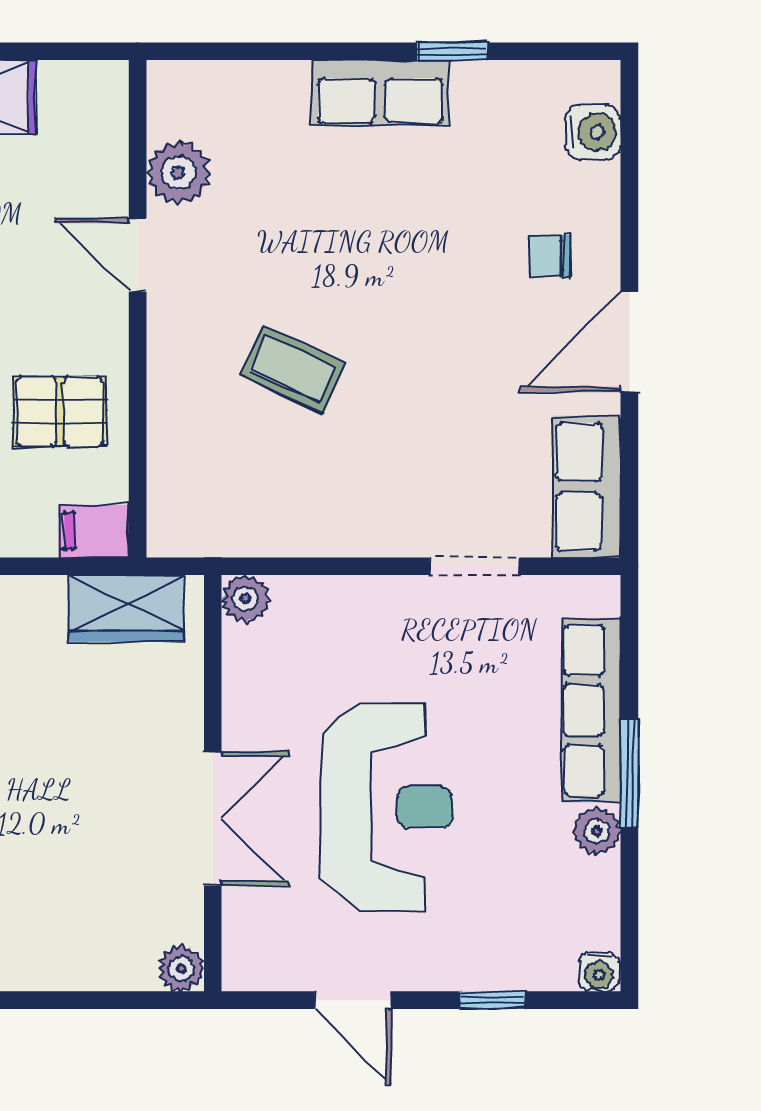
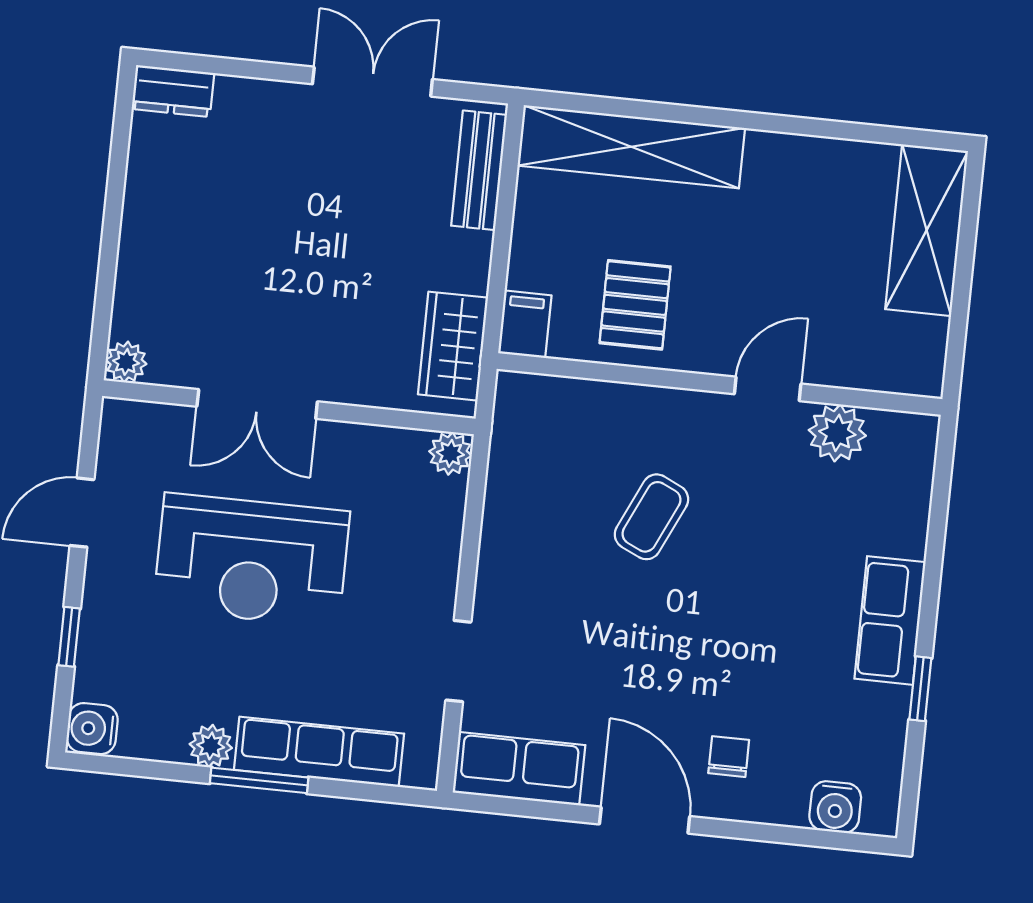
water cooler: (599, 972) -> (92, 729), width x1.38, depth x1.38

